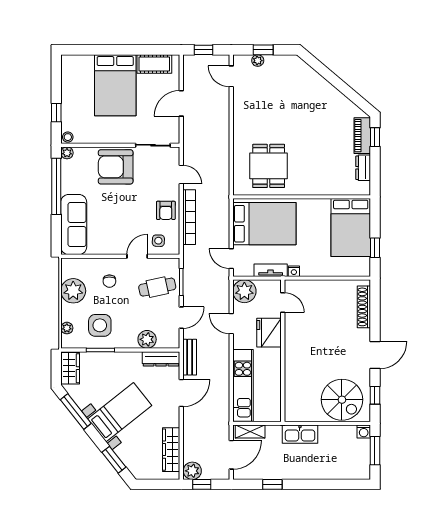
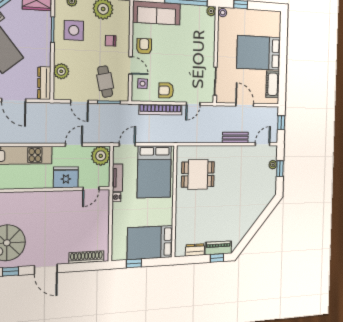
armchair: (116, 167) -> (144, 46), moved, width x0.53, depth x0.53
bench: (190, 357) -> (235, 138), moved

